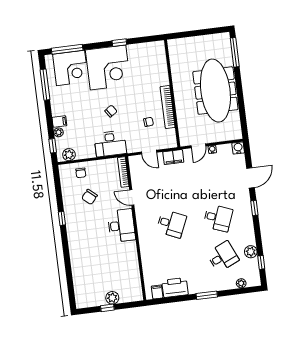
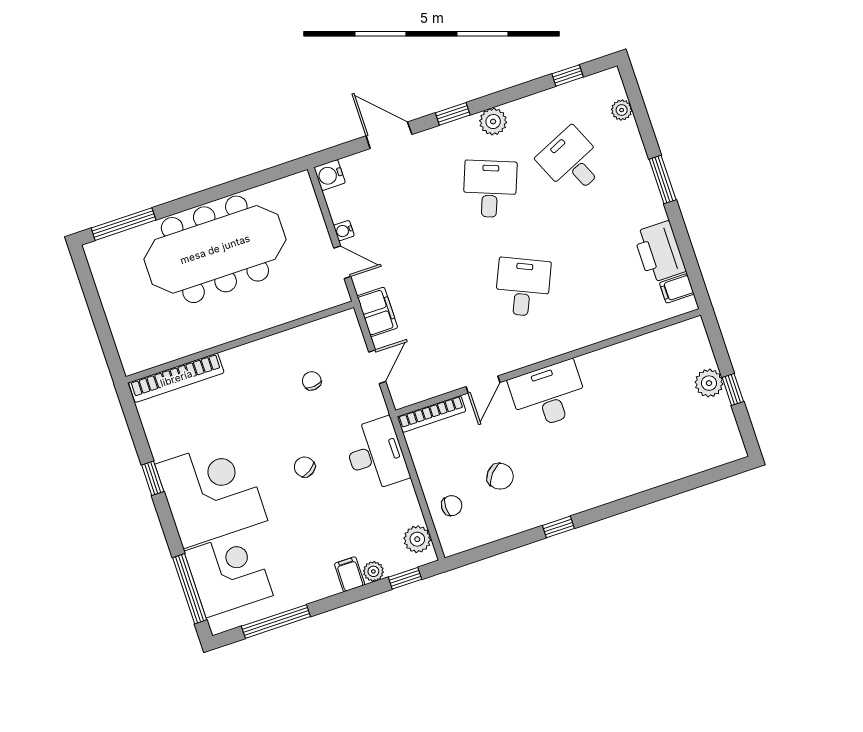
bookcase: (168, 107) -> (176, 378), moved
plant: (251, 252) -> (493, 122), moved

